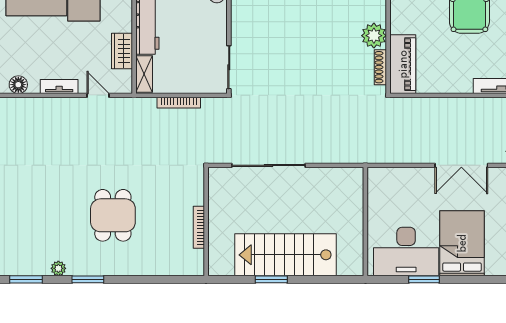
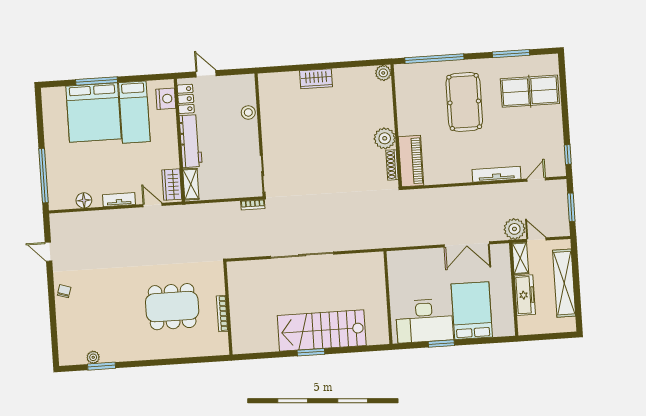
wardrobe: (122, 51) -> (172, 185), moved
bookcase: (179, 103) -> (253, 205), moved, width x0.64
dining table: (113, 215) -> (172, 307), width x1.38
wall: (206, 222) -> (228, 308), moved
bookcase: (199, 227) -> (222, 314), moved
plant: (58, 268) -> (93, 357), moved
window: (88, 279) -> (154, 363), removed

